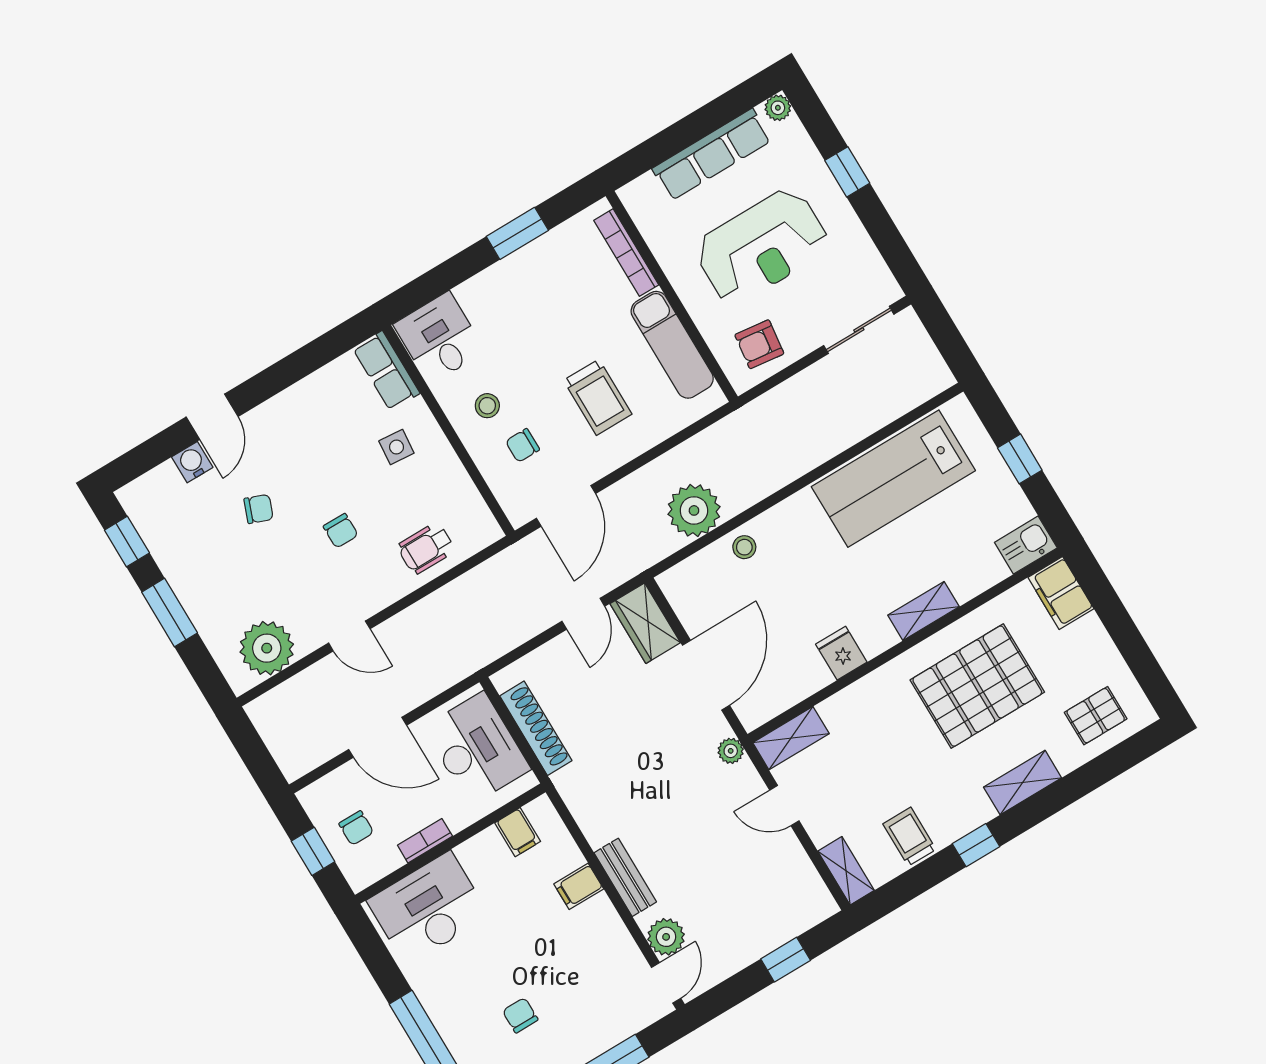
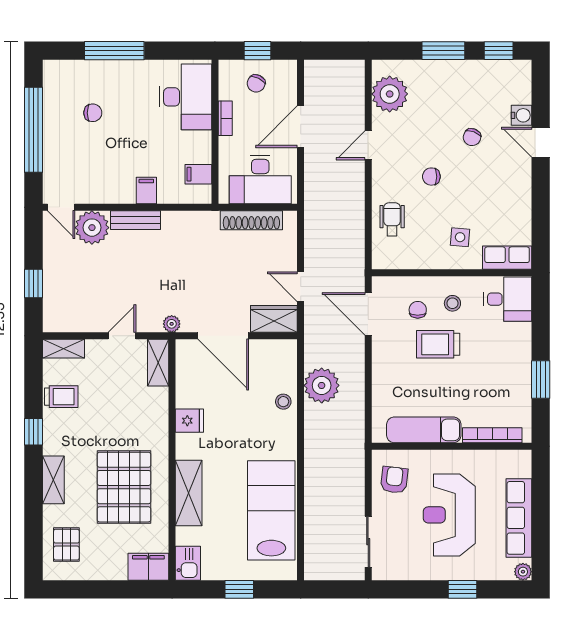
trolley: (598, 397) -> (438, 344), moved
shelving: (923, 611) -> (189, 493), width x1.50, depth x1.33
chair: (356, 828) -> (256, 83), turned -63
plant: (666, 937) -> (92, 228), width x1.36, depth x1.36

